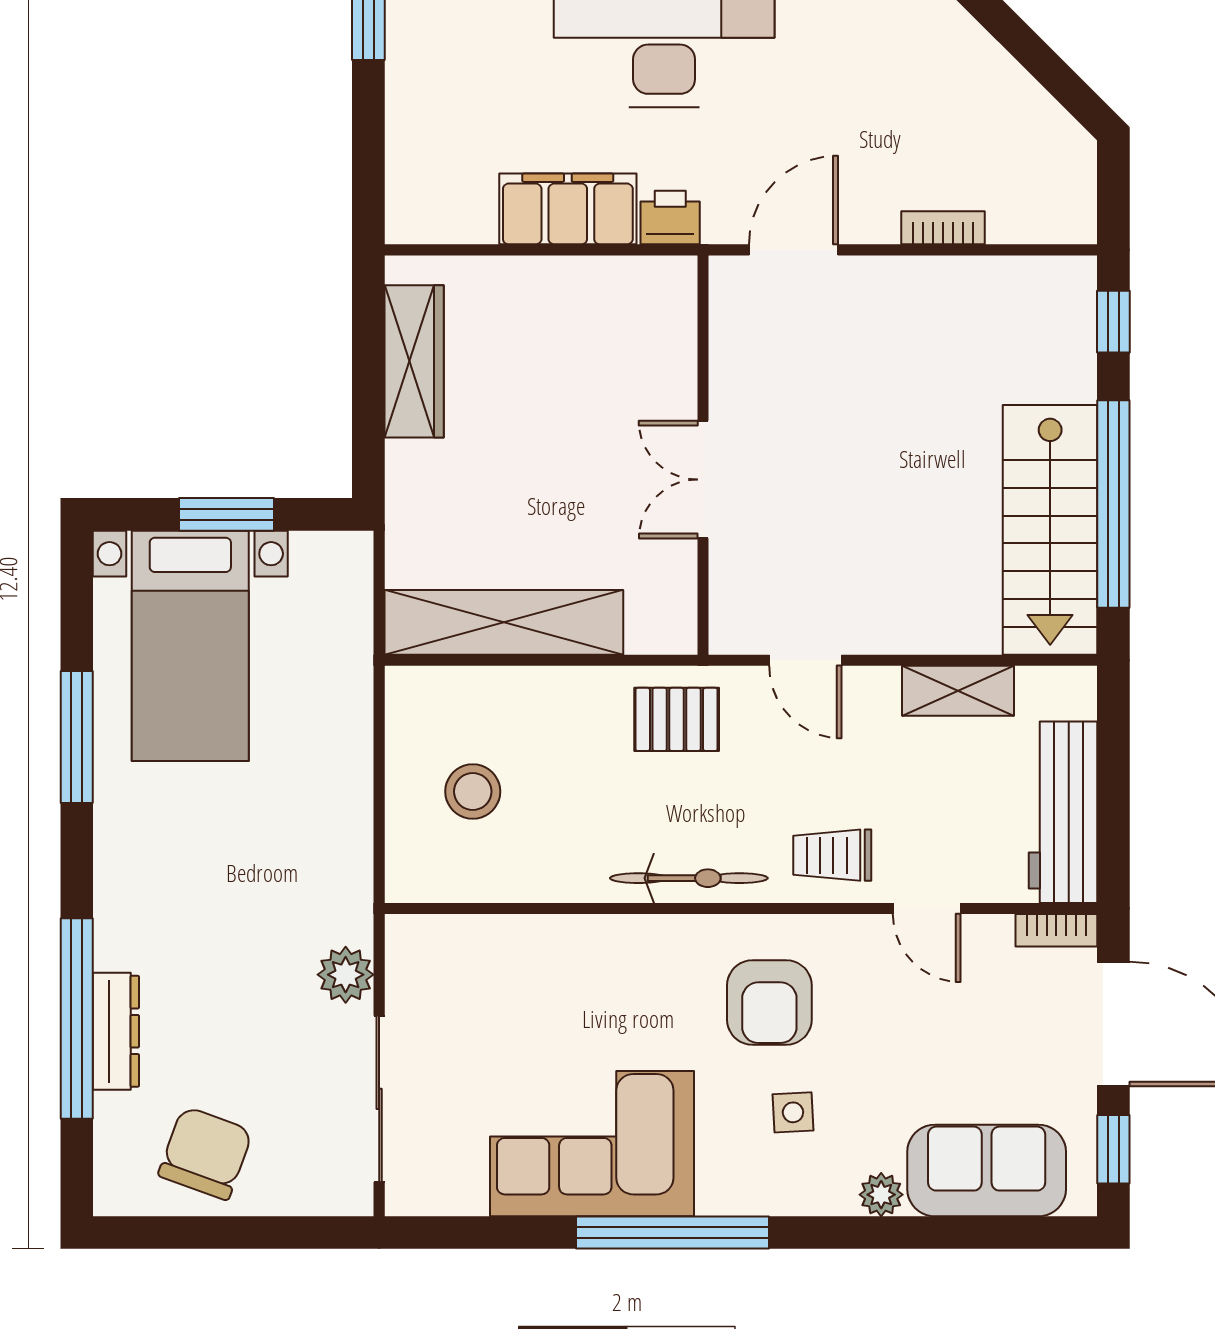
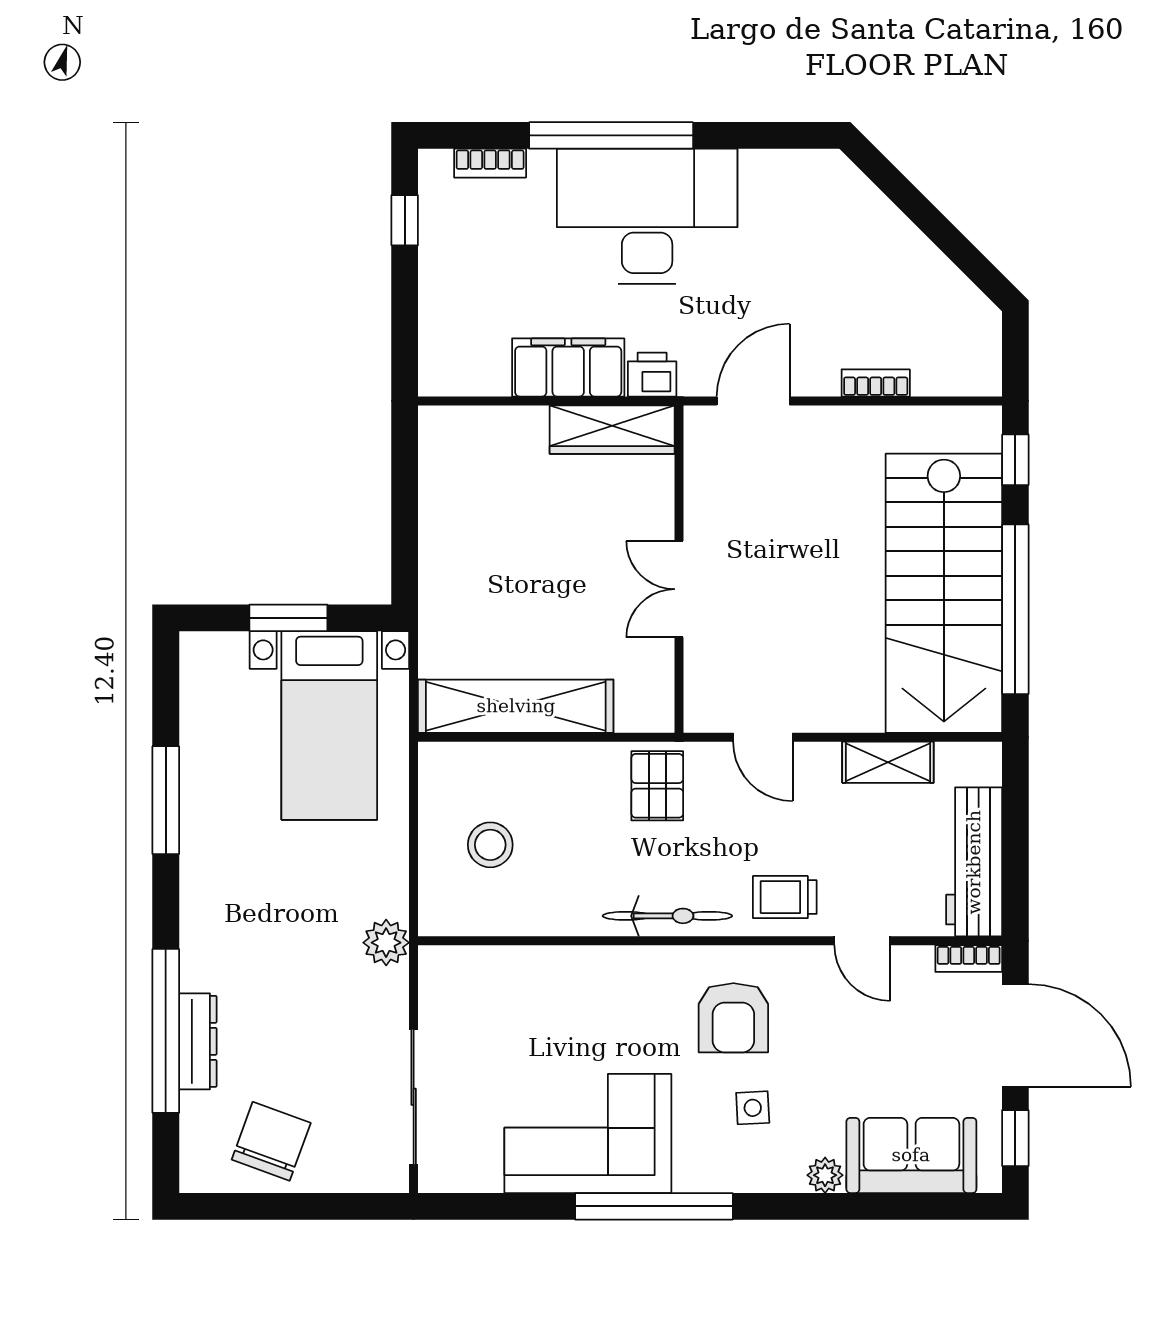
wardrobe: (414, 361) -> (612, 430), moved, turned 90
stairs: (1050, 530) -> (944, 593), width x1.36, depth x1.51
bed with nightstands: (190, 646) -> (329, 725), moved
pallet: (677, 719) -> (657, 786), turned 90
plant: (346, 975) -> (386, 943), moved

